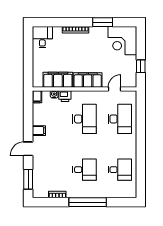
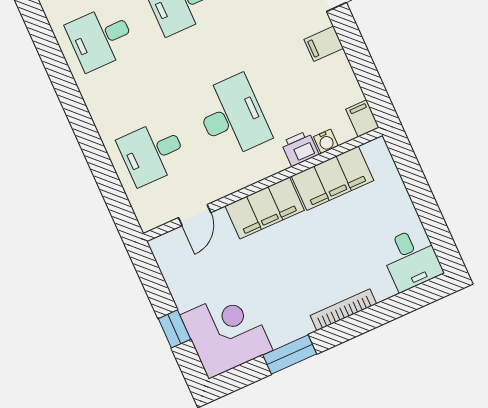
window: (141, 66) -> (174, 329), moved
desk: (84, 119) -> (232, 117), turned 180
desk: (120, 119) -> (152, 153), width x0.73

